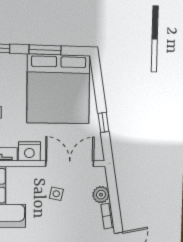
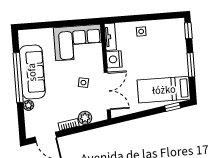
bed: (58, 89) -> (164, 90), width x0.49
window: (103, 122) -> (173, 107), moved

